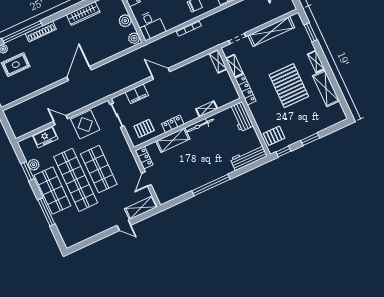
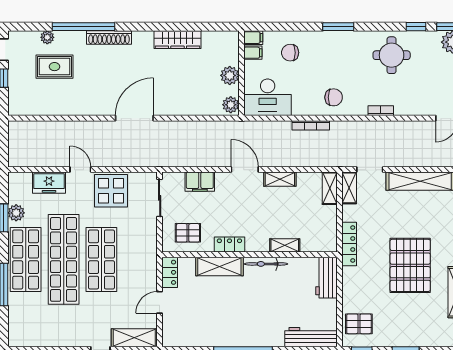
desk: (151, 25) -> (268, 97), width x1.37
shelving: (234, 66) -> (349, 188), moved
shelving: (185, 70) -> (280, 179), added

